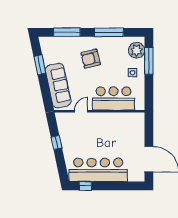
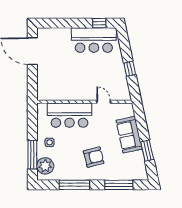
sofa: (58, 86) -> (129, 135), width x0.73
door: (81, 111) -> (104, 102), swing flipped
bar counter: (98, 170) -> (94, 40), width x0.73

